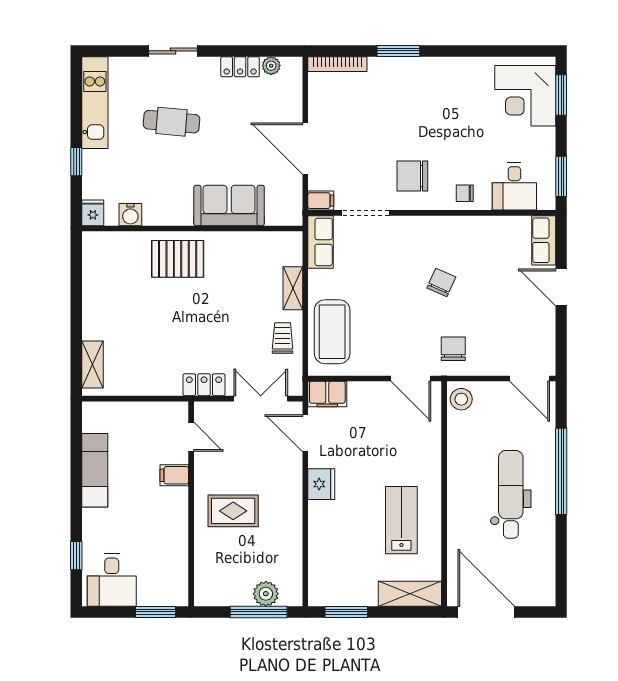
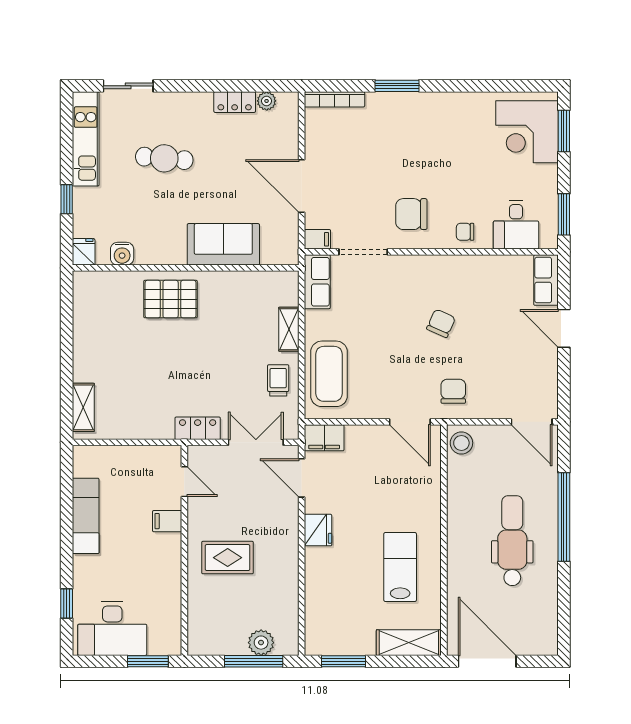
sliding door: (173, 51) -> (128, 86), moved
desk: (112, 580) -> (112, 628), width x1.37

